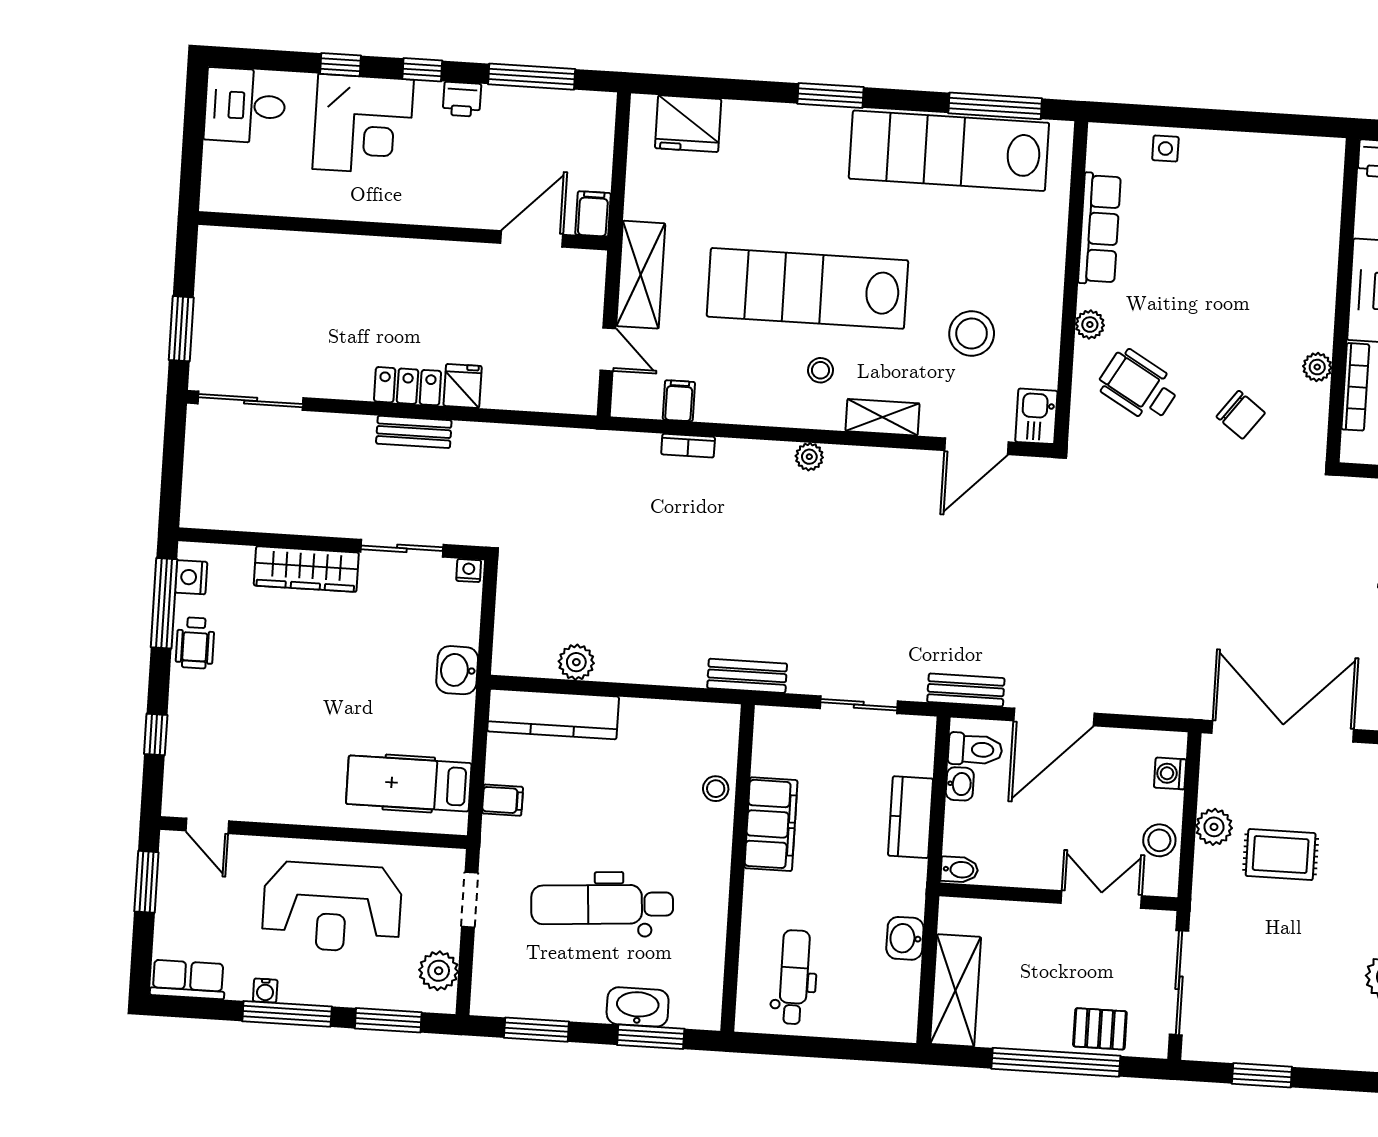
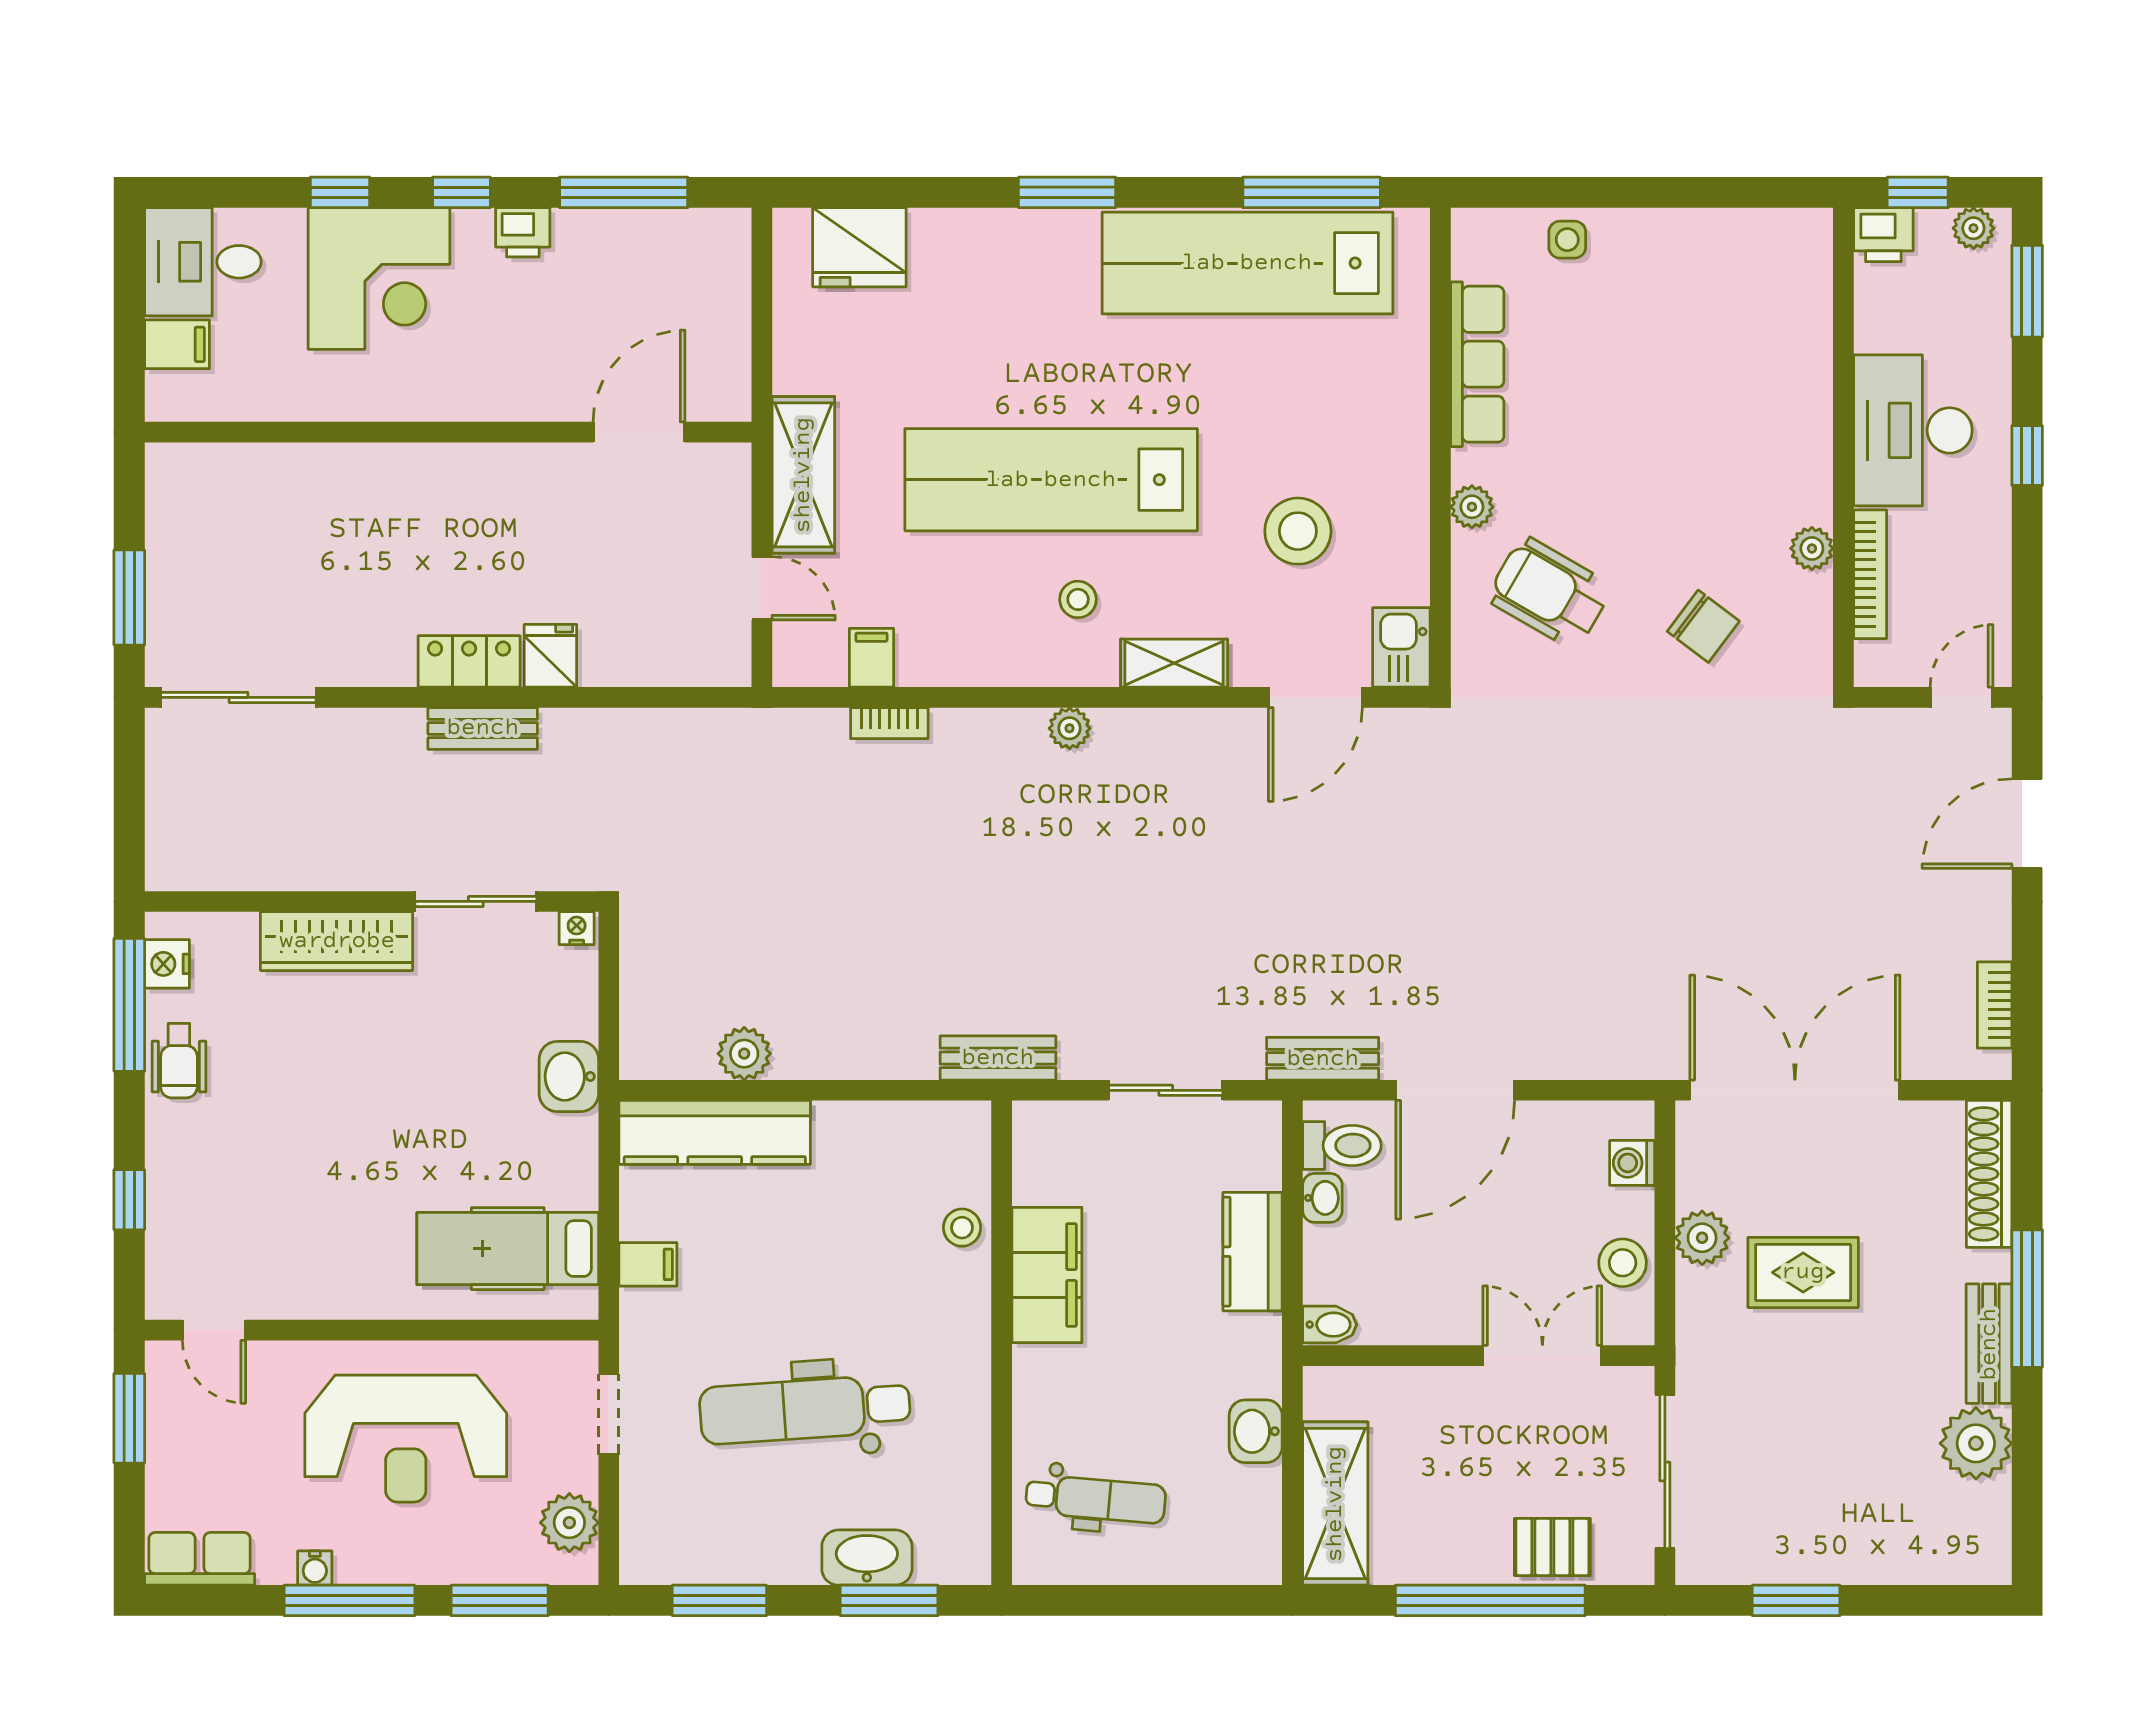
filing cabinet: (593, 214) -> (177, 344), moved, turned 90
dental chair: (794, 977) -> (1096, 1499), turned 95

